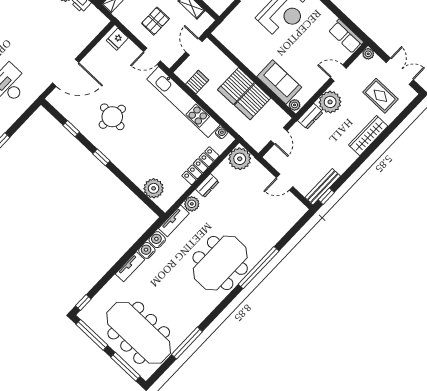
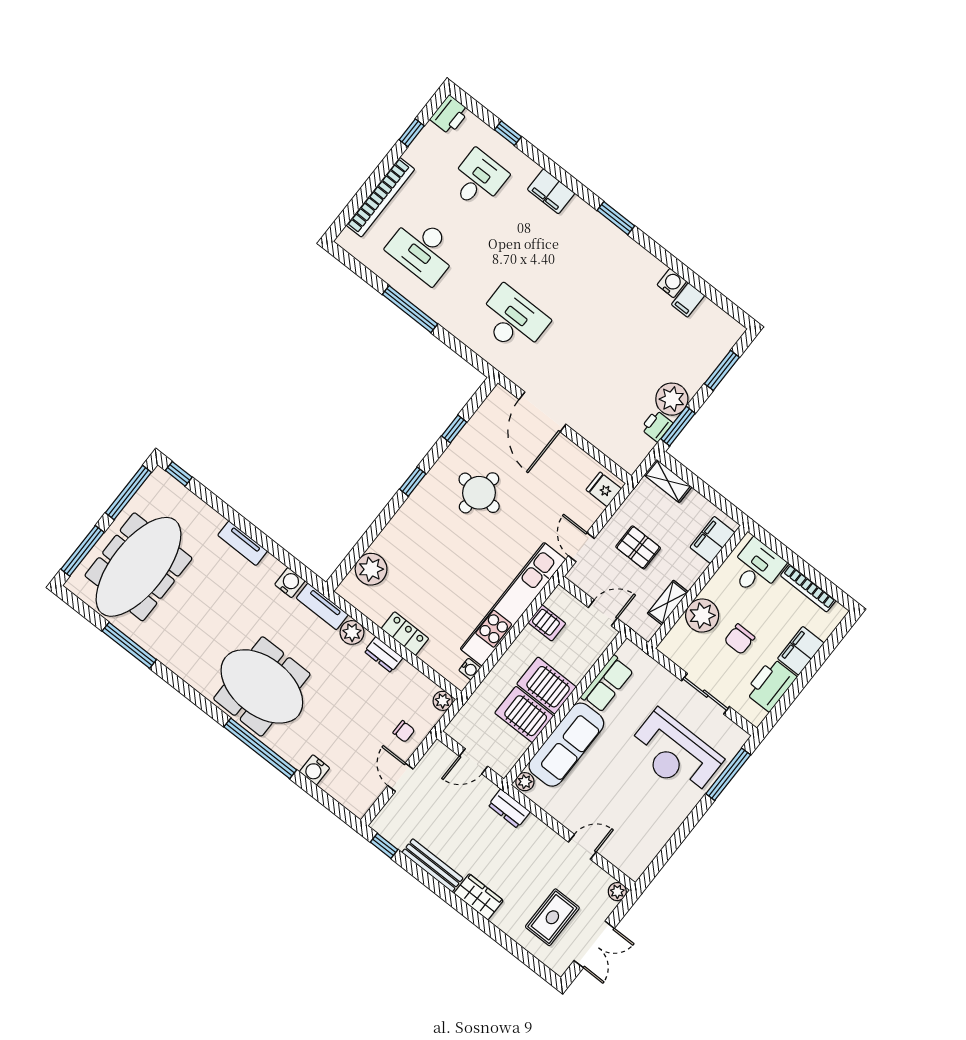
row of seats: (346, 36) -> (607, 684), moved, turned 180
door: (338, 73) -> (582, 847), hinge flipped
sofa: (279, 82) -> (566, 745), width x1.36
plant: (330, 102) -> (535, 838), removed
wardrobe: (368, 136) -> (478, 897), width x0.67
plant: (240, 159) -> (443, 701), width x0.53, depth x0.53
locker: (200, 166) -> (405, 634), width x0.66
chair: (256, 177) -> (404, 731), added
bench: (323, 187) -> (432, 865), moved
water cooler: (147, 250) -> (315, 770), moved, turned 180

